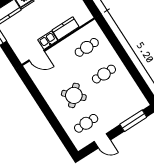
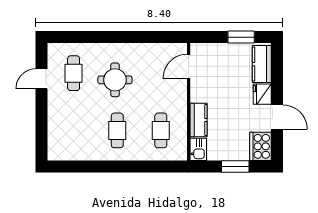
kitchen sink: (48, 40) -> (198, 149), moved
round table: (74, 95) -> (115, 80), turned 45
window: (133, 121) -> (41, 130), removed

